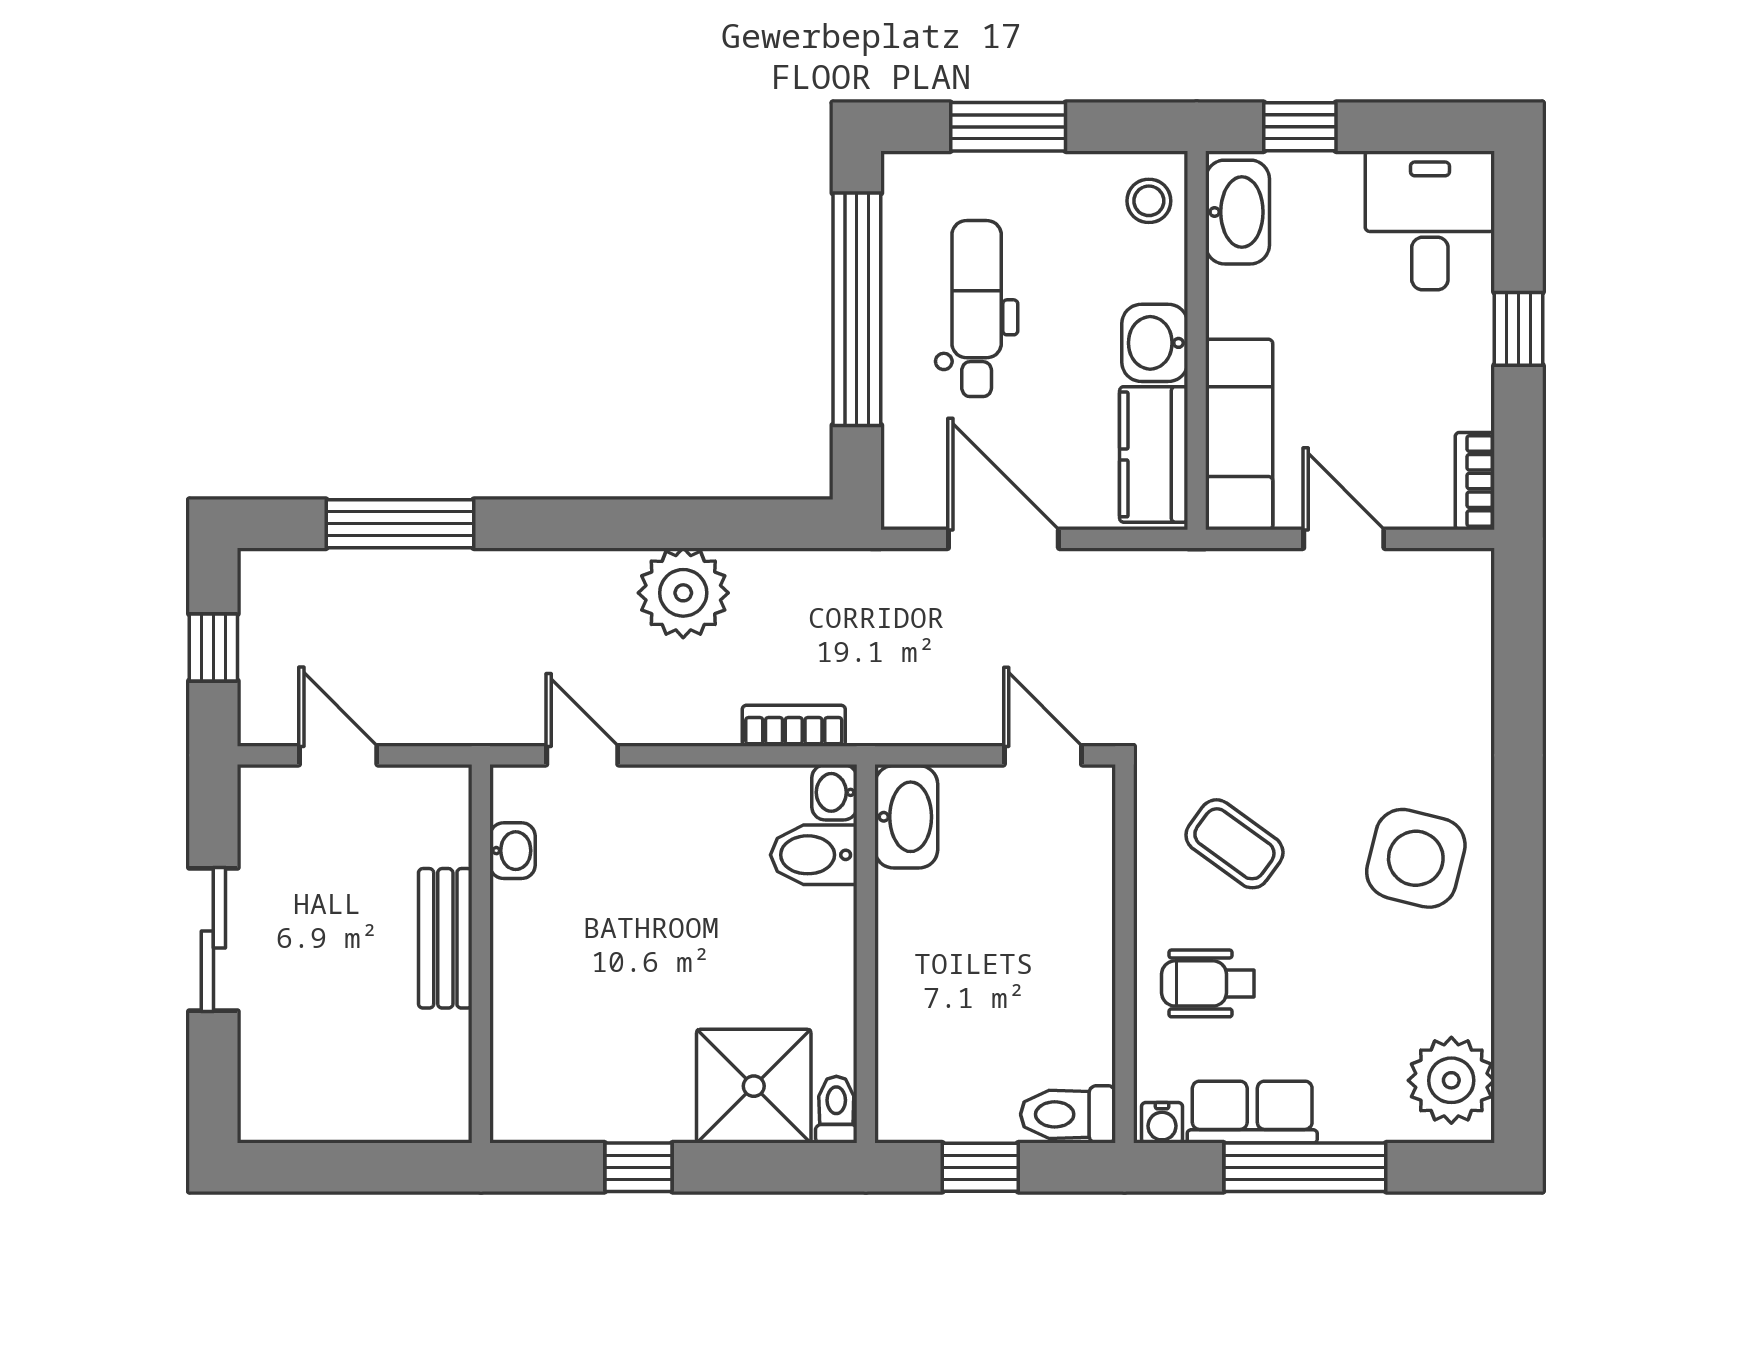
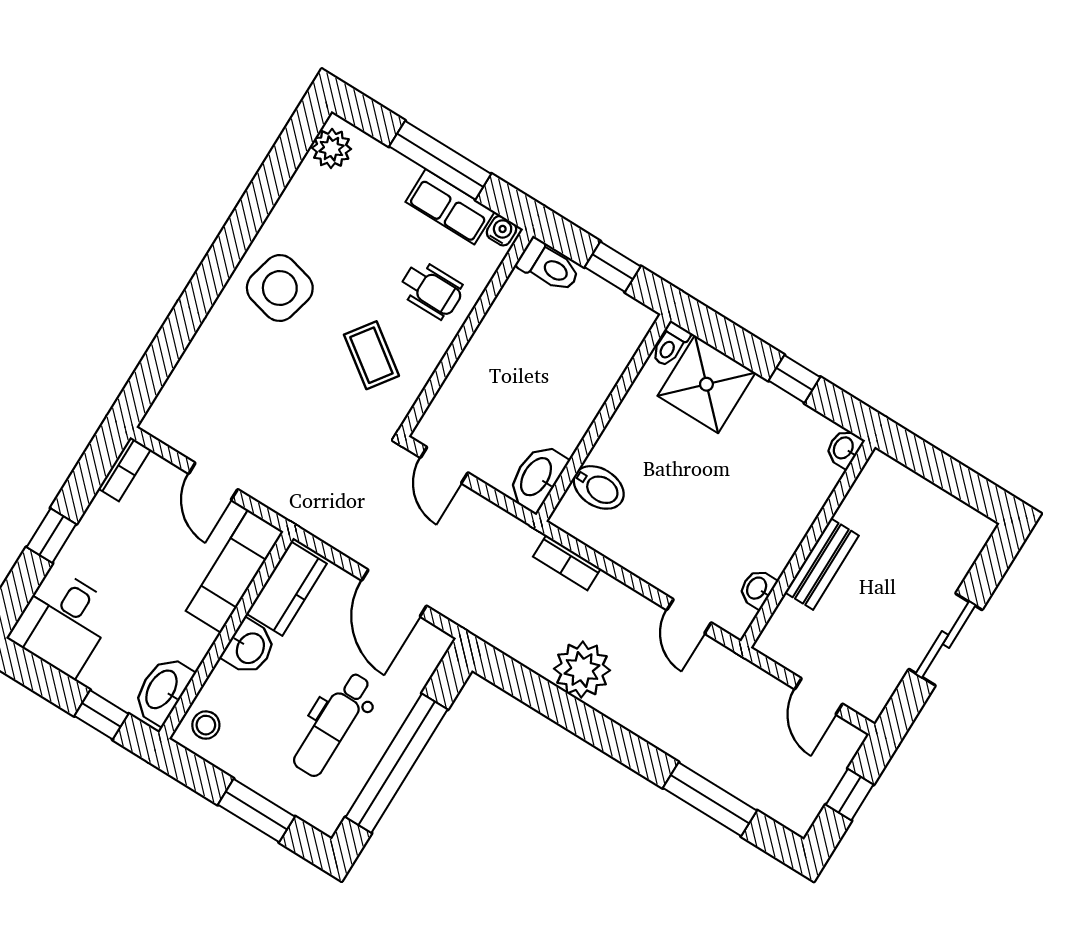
washbasin: (834, 792) -> (844, 448), moved, turned 180
plant: (1451, 1080) -> (331, 148), width x0.73, depth x0.73

